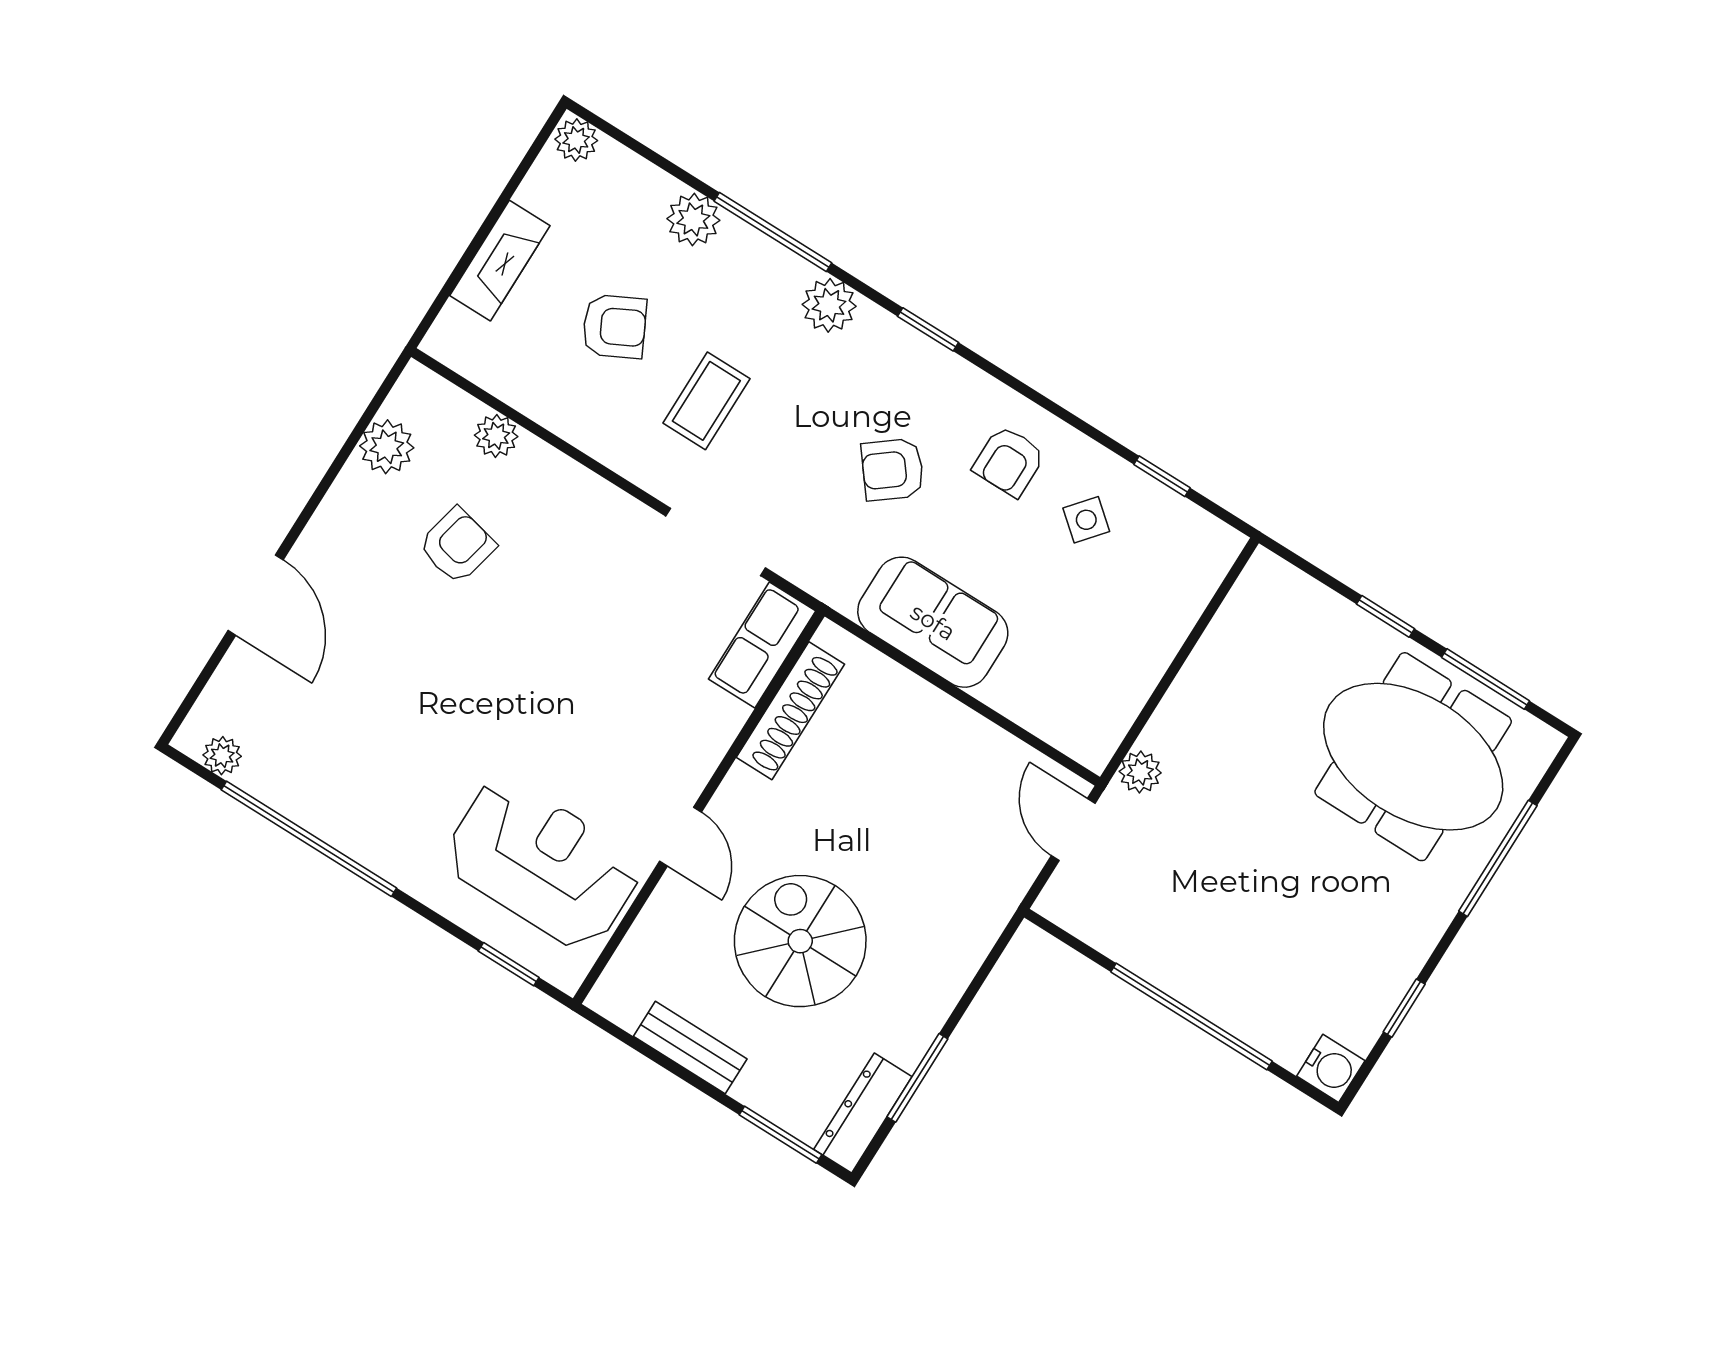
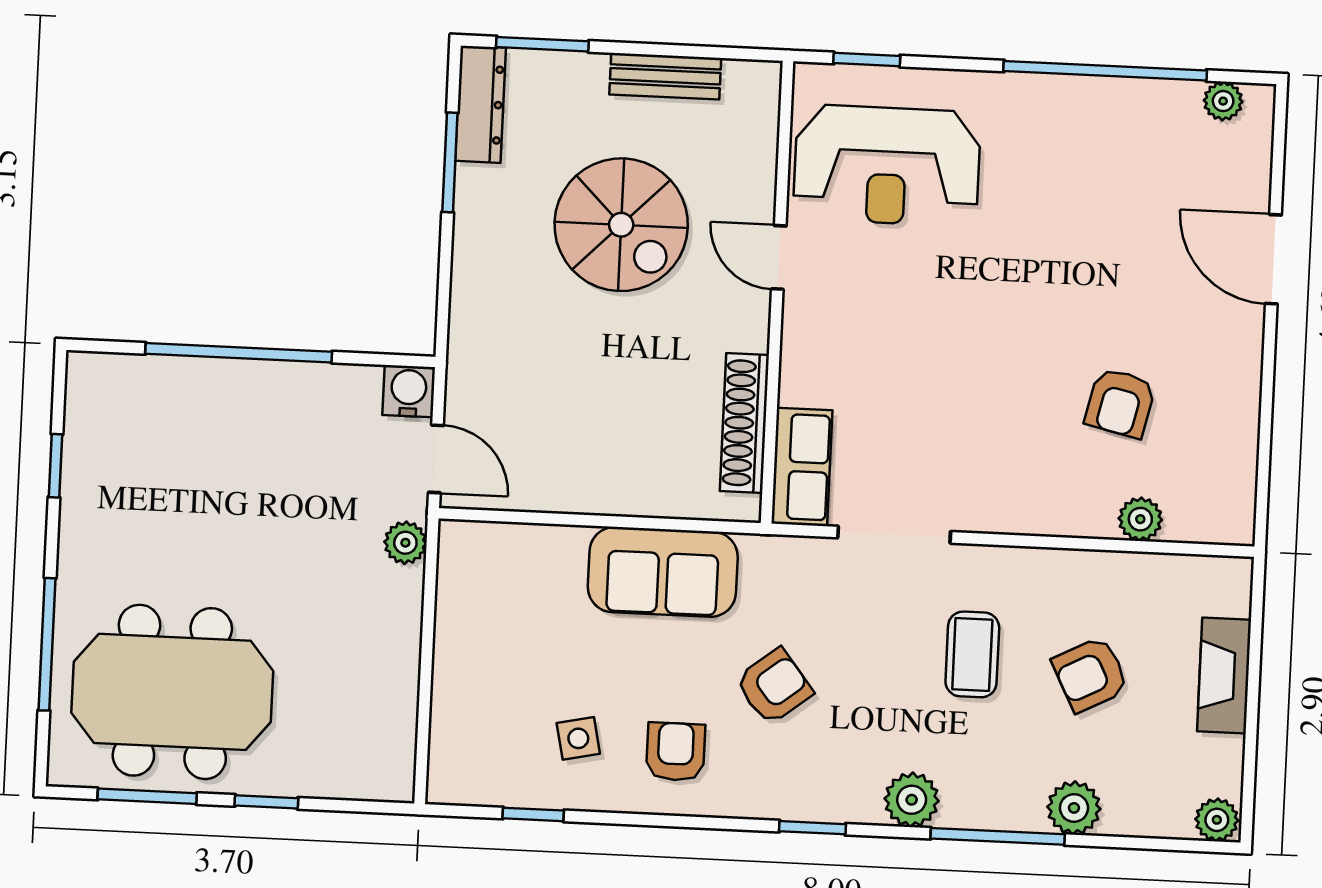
plant: (387, 447) -> (1231, 455), removed
side table: (1086, 520) -> (578, 738), turned 38
water cooler: (1331, 1068) -> (409, 391), moved, turned 90

